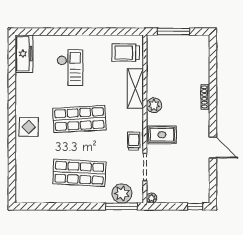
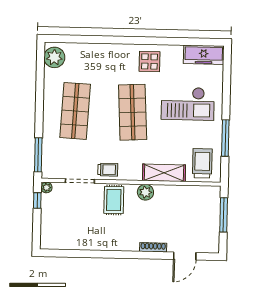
window: (101, 32) -> (225, 138), added
checkout: (70, 68) -> (188, 104), width x1.36, depth x1.21
display table: (29, 127) -> (149, 61), moved
door: (213, 147) -> (185, 256), moved
plant: (122, 194) -> (54, 57), moved
window: (195, 206) -> (37, 200), moved

